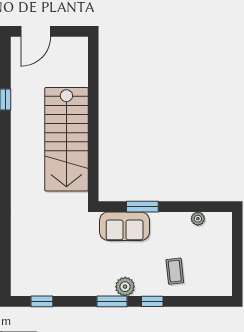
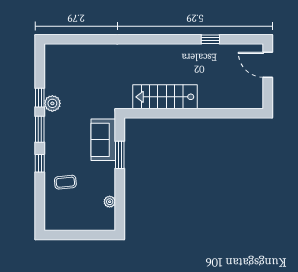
stairs: (66, 139) -> (165, 97), width x0.73, depth x0.66
plant: (125, 287) -> (52, 103), moved
window: (42, 301) -> (40, 98), moved

